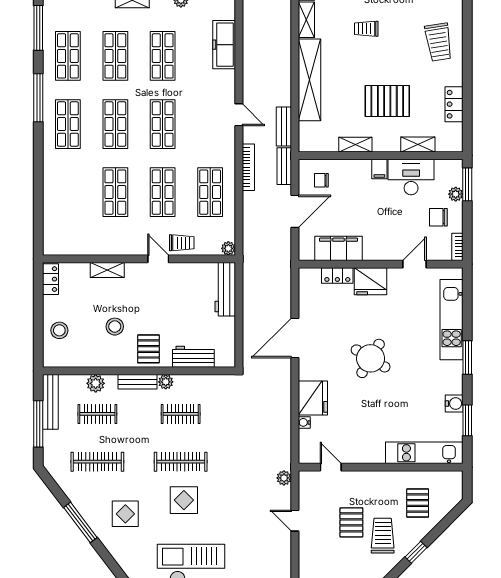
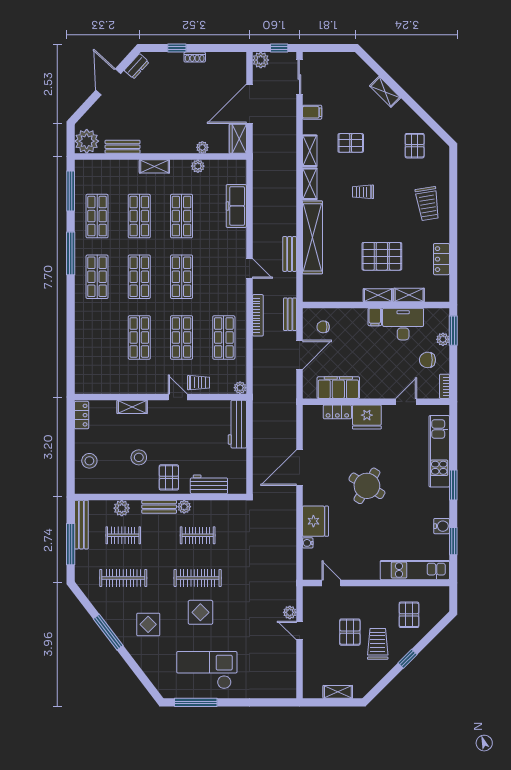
bench: (284, 126) -> (290, 254), moved
shelving: (355, 145) -> (378, 295), moved
plant: (284, 478) -> (290, 612), moved

